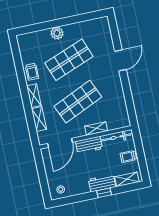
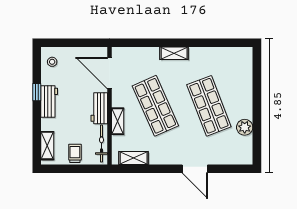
plant: (57, 33) -> (245, 127), moved
trolley: (32, 72) -> (204, 57), removed
shelving: (39, 119) -> (134, 158), moved
workbench: (102, 183) -> (49, 102), moved
window: (104, 193) -> (37, 92), moved

